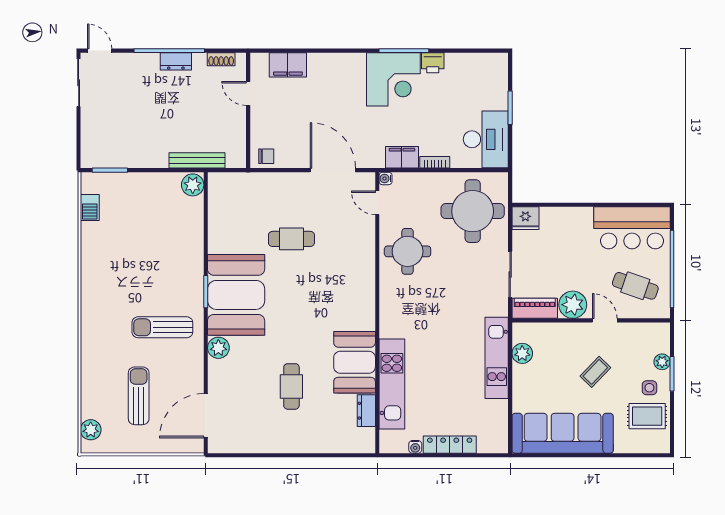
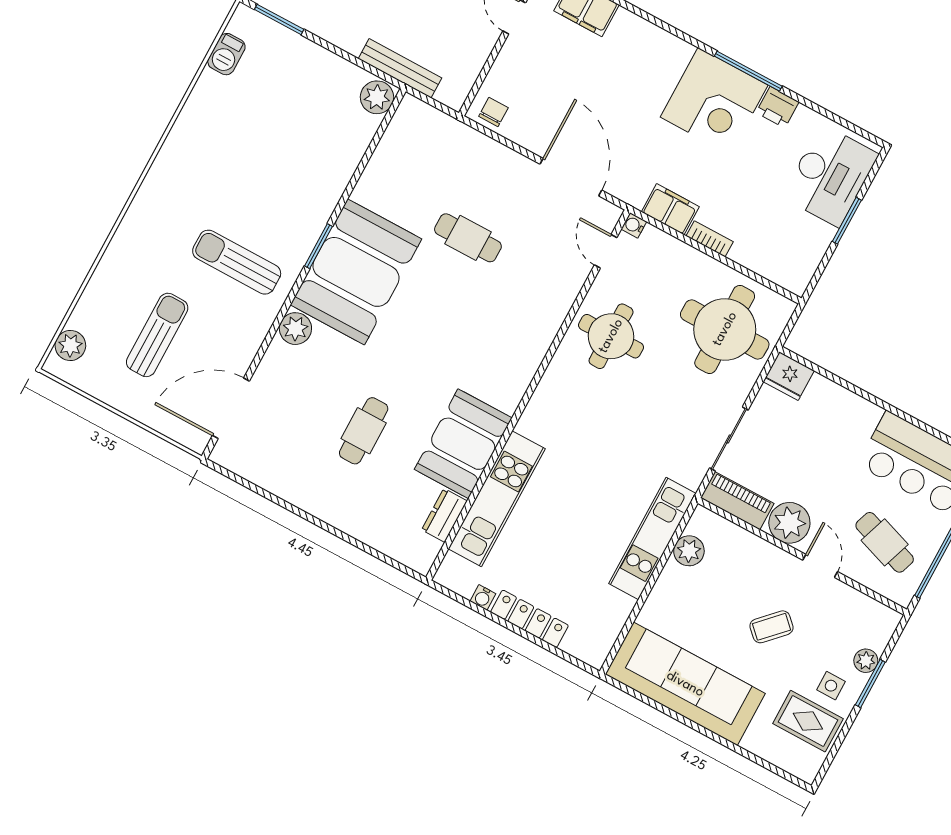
desk: (486, 139) -> (830, 176), moved
chair: (266, 156) -> (493, 112), turned -90

